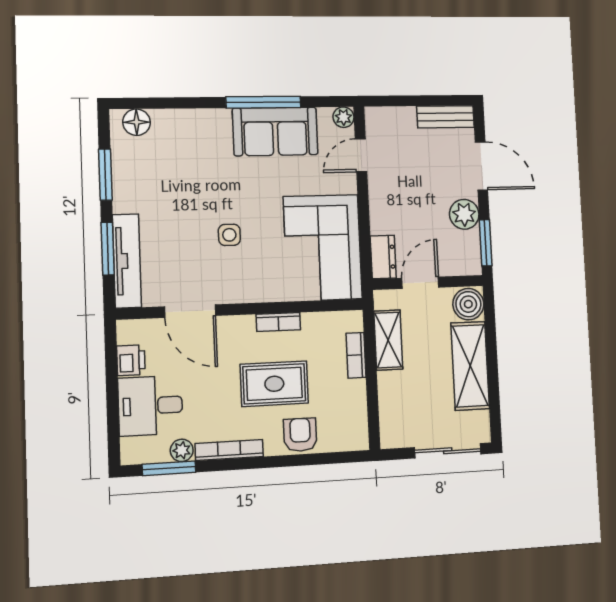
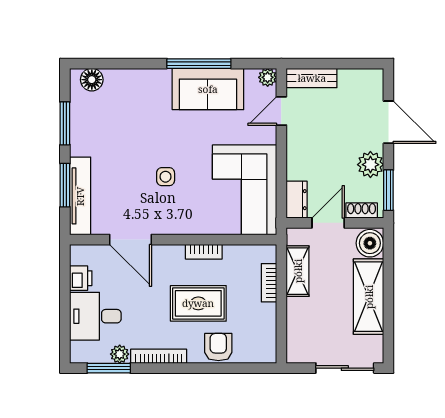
bench: (446, 117) -> (312, 78), moved
shoe rack: (457, 267) -> (362, 211), added

